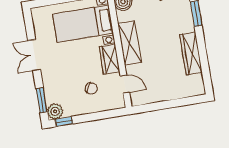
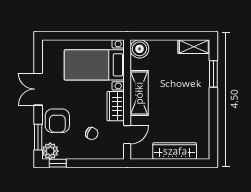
wardrobe: (191, 53) -> (175, 151), moved, turned 90
armchair: (57, 82) -> (57, 121), added
door: (125, 84) -> (127, 135), hinge flipped

